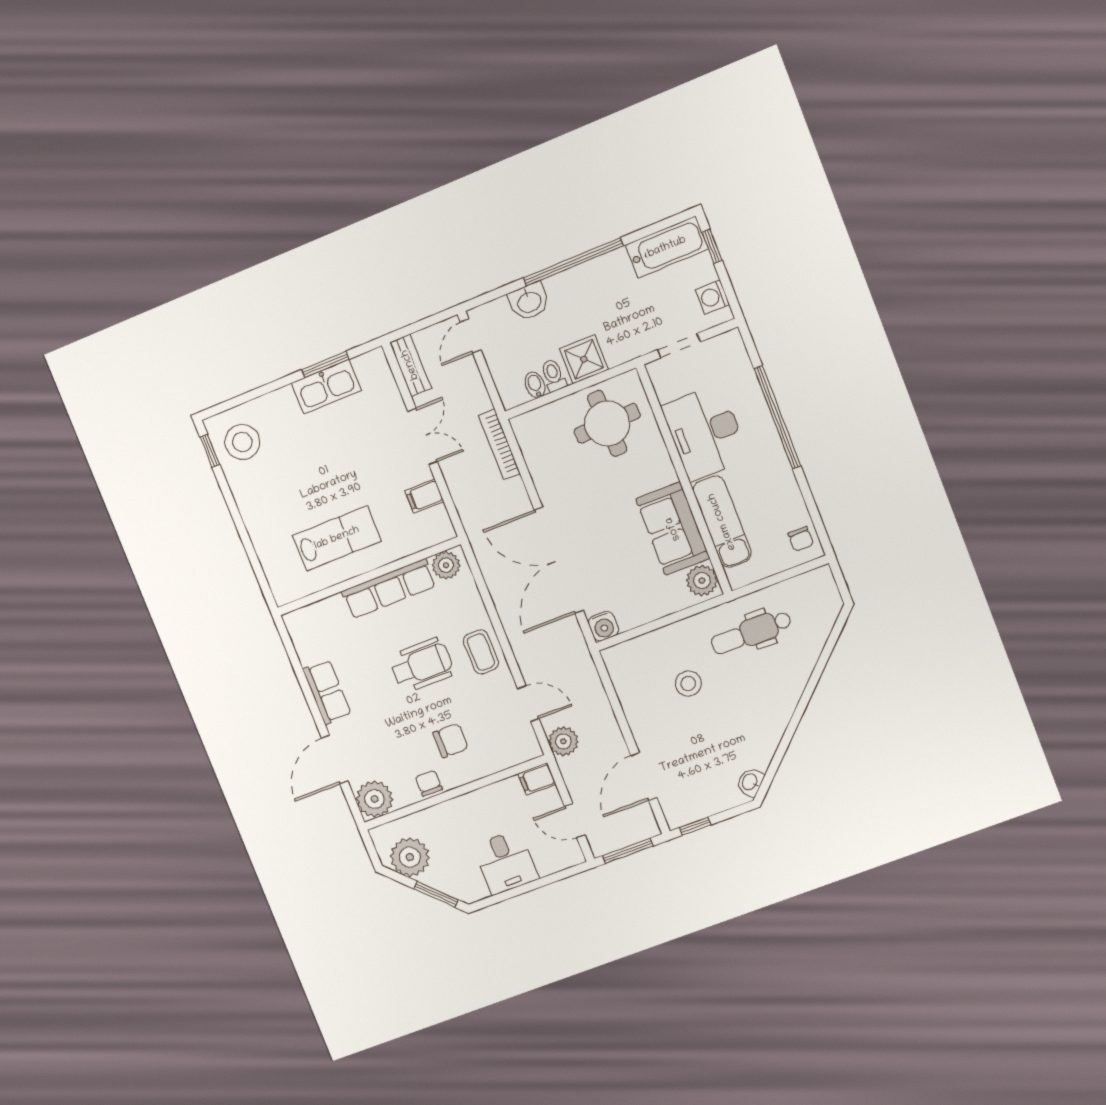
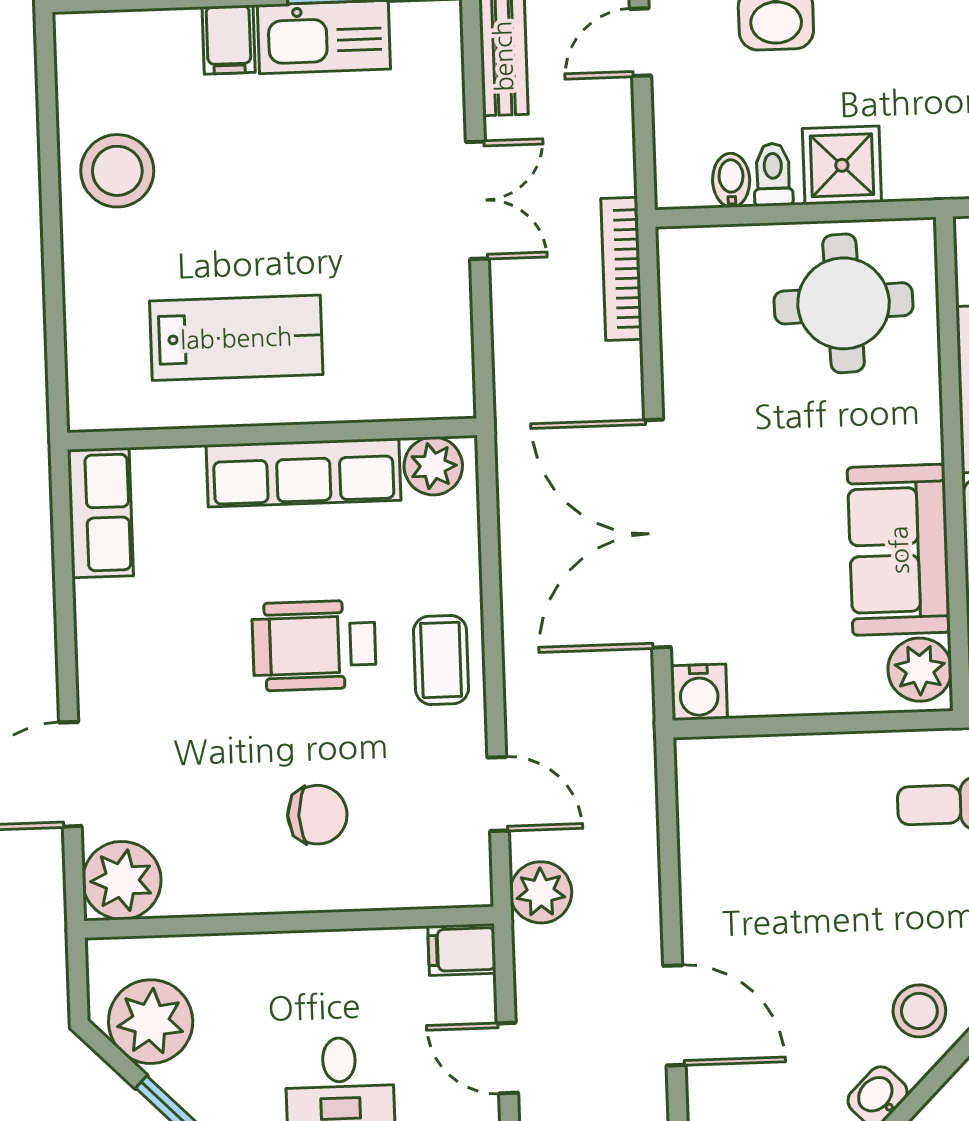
stool: (242, 442) -> (117, 171), moved
window: (210, 451) -> (46, 77), removed
filing cabinet: (424, 496) -> (229, 40), moved, turned -90
wheelchair: (422, 665) -> (314, 645), turned 180
stool: (688, 684) -> (919, 1011), moved
row of seats: (327, 692) -> (100, 513), moved
door: (644, 776) -> (674, 1015), swing flipped
chair: (429, 783) -> (243, 885), removed

